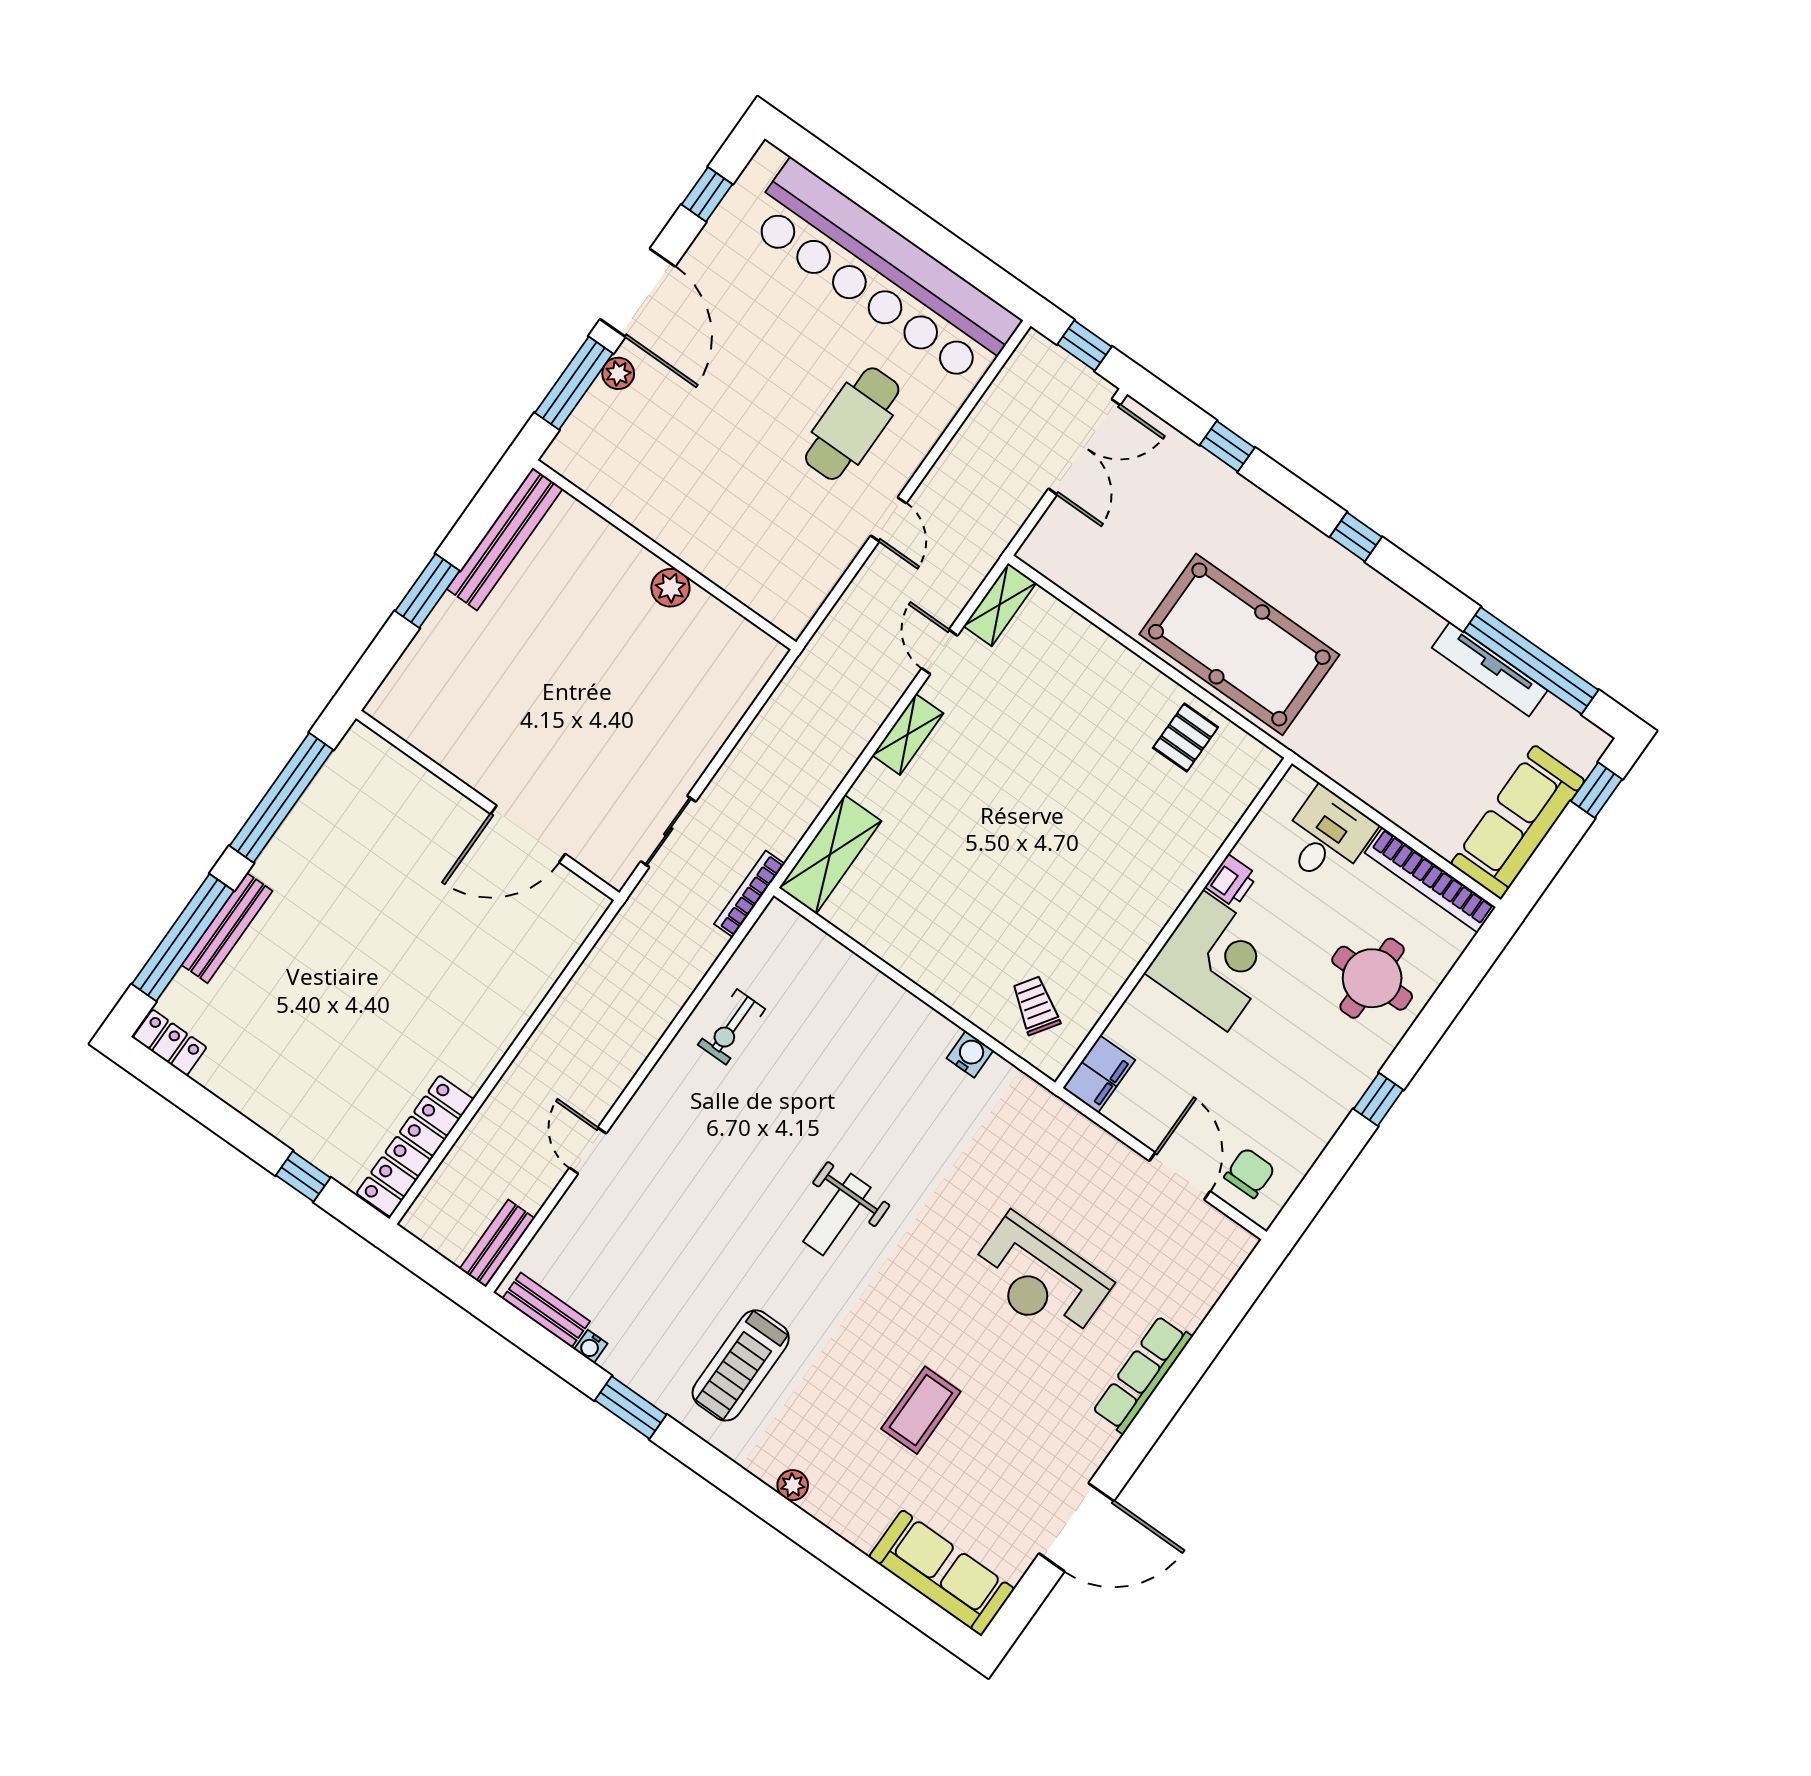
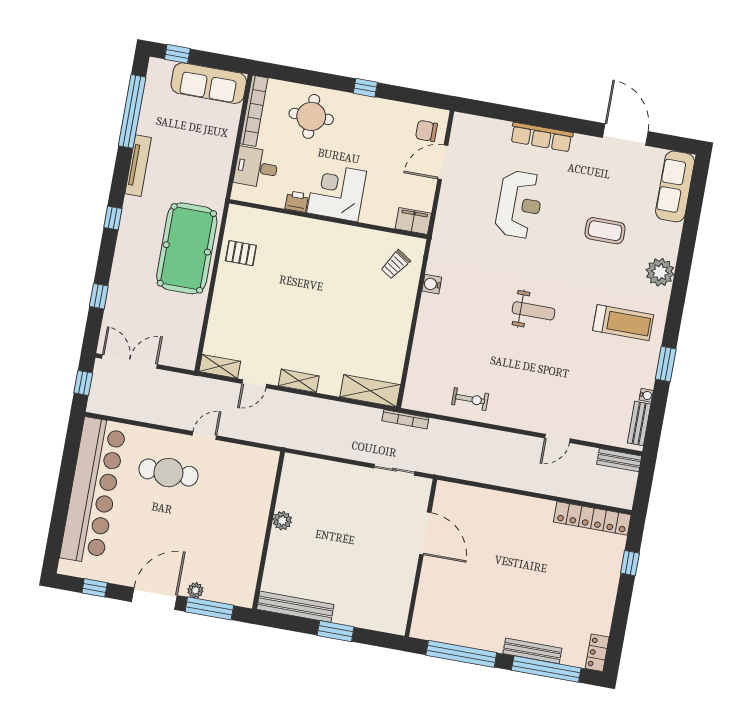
tv unit: (1490, 669) -> (138, 166), moved
plant: (793, 1485) -> (660, 272), width x1.87, depth x1.87

